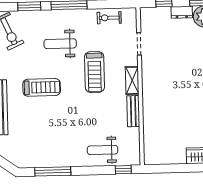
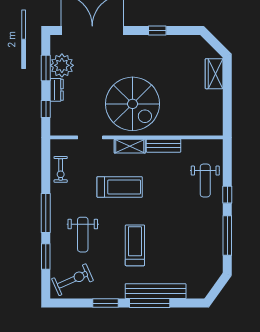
weight bench: (60, 44) -> (83, 235), moved
spiral stairs: (171, 82) -> (133, 104), added
window: (123, 170) -> (227, 195), moved

